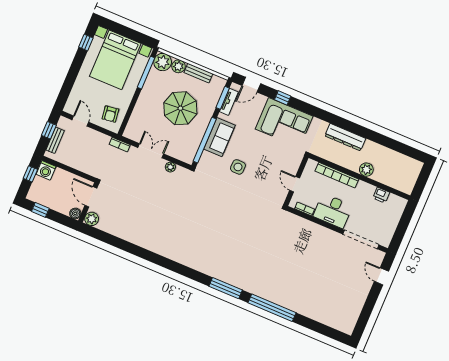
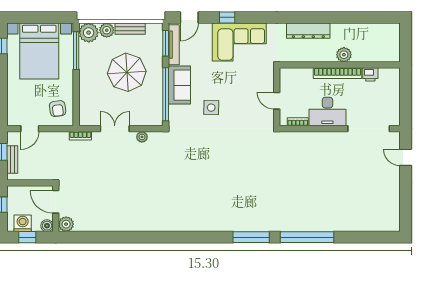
tv unit: (229, 102) -> (174, 45), width x1.41
door: (80, 121) -> (30, 129), swing flipped
washing machine: (46, 170) -> (23, 223), moved, turned 180
bookcase: (337, 175) -> (338, 73), moved
door: (91, 197) -> (56, 202), moved
wall: (88, 202) -> (56, 209), moved
boiler: (75, 213) -> (47, 226), moved
plant: (92, 219) -> (66, 224), moved

